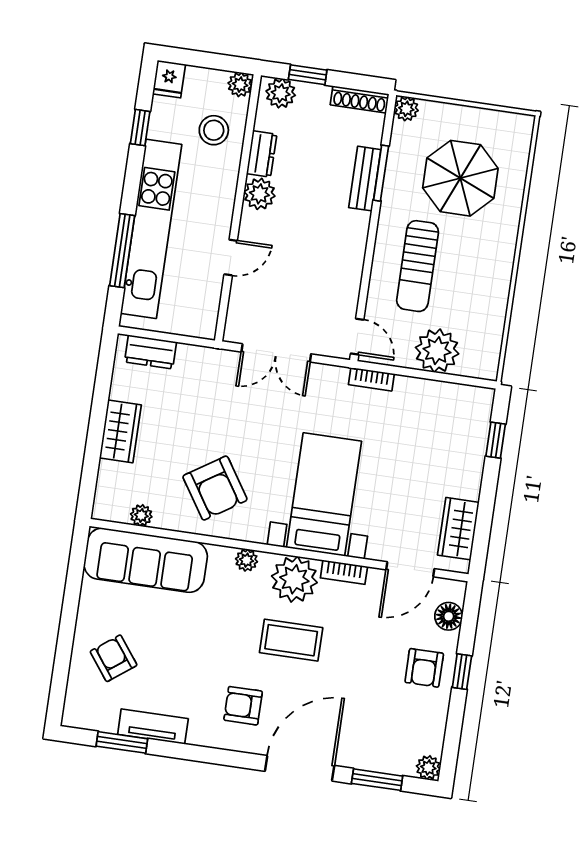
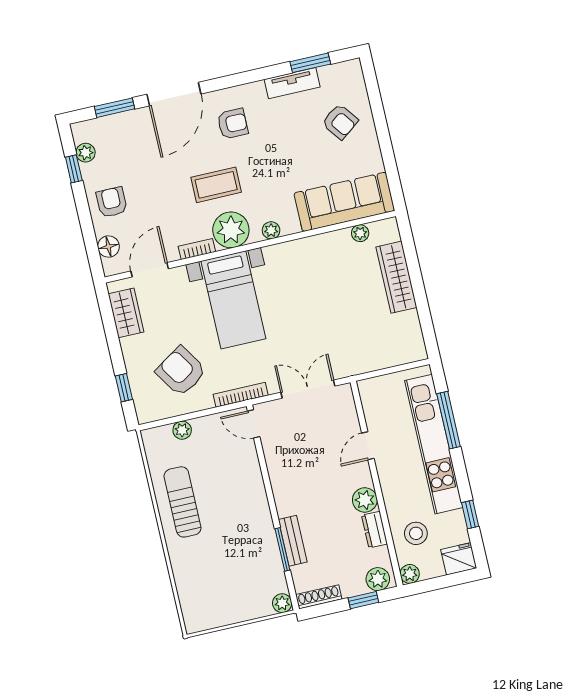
fridge: (169, 79) -> (459, 559), width x1.38
parasol: (460, 178) -> (223, 568), removed
sun lounger: (418, 266) -> (183, 502), moved
plant: (437, 351) -> (182, 430), width x0.53, depth x0.53
dresser: (151, 352) -> (399, 355), removed
bookcase: (371, 379) -> (241, 395), width x1.56
wardrobe: (120, 431) -> (396, 277), width x1.50
armchair: (215, 488) -> (181, 371), moved
window: (462, 672) -> (74, 169), moved
plant: (428, 768) -> (86, 153), moved

